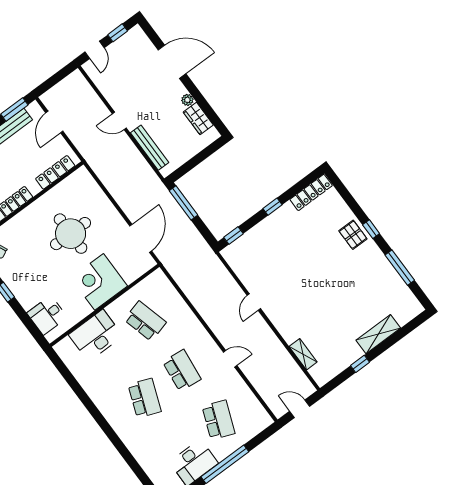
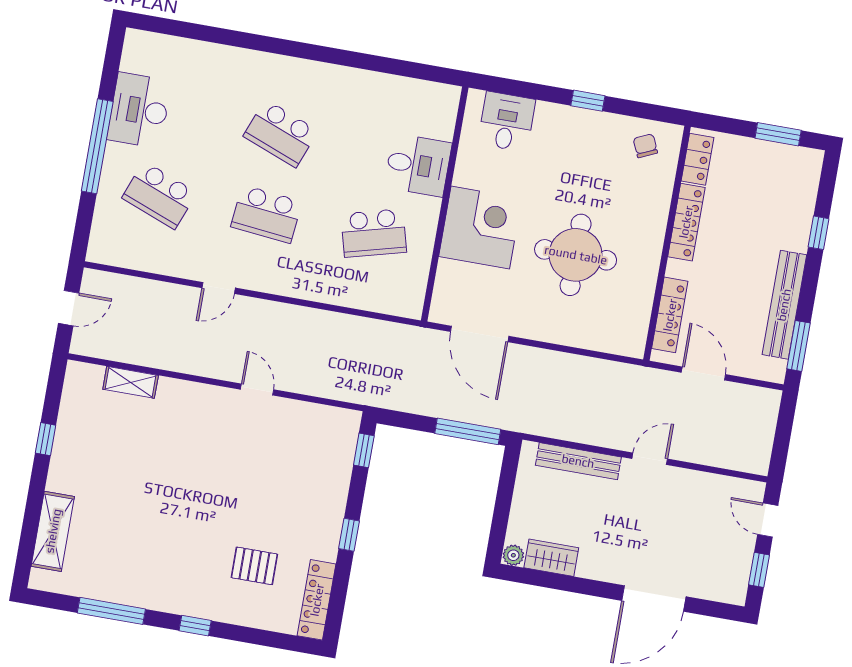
plant: (187, 100) -> (513, 555), moved
door: (54, 122) -> (703, 373), moved
pallet: (353, 235) -> (254, 566), moved
shelving: (378, 334) -> (53, 531), moved
desk: (96, 335) -> (418, 165), width x0.73

